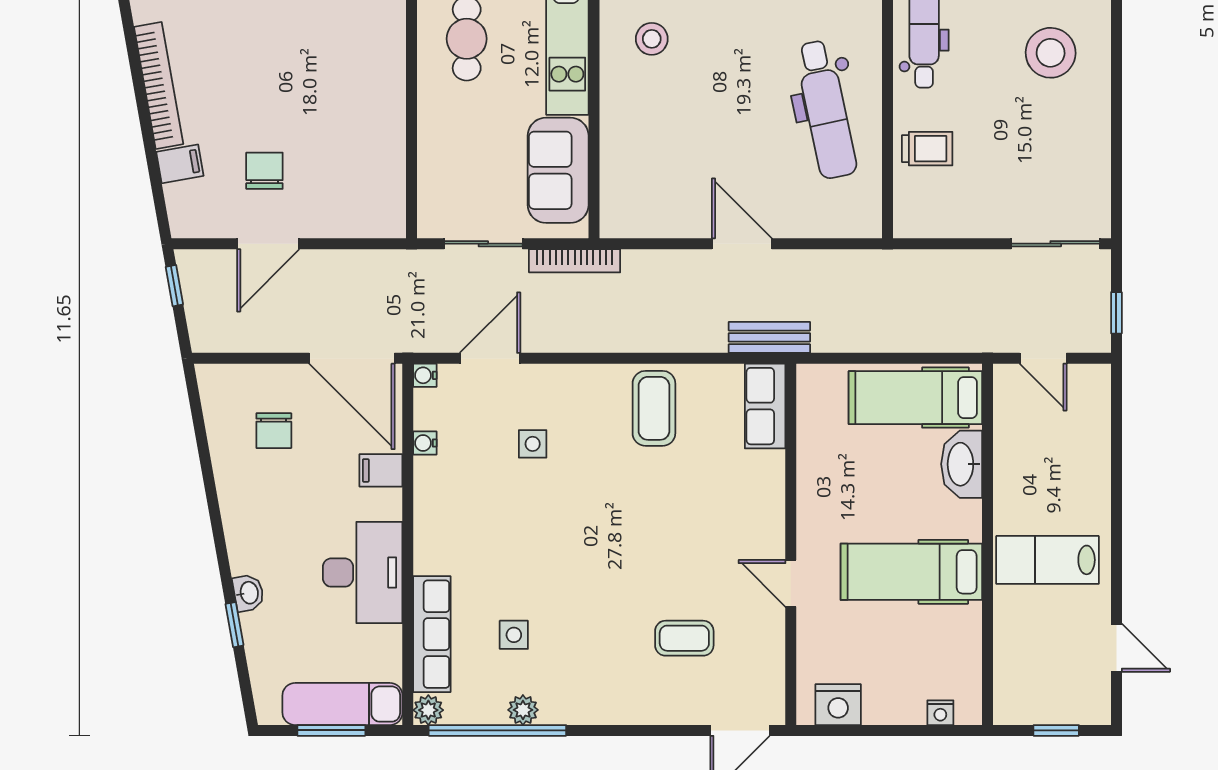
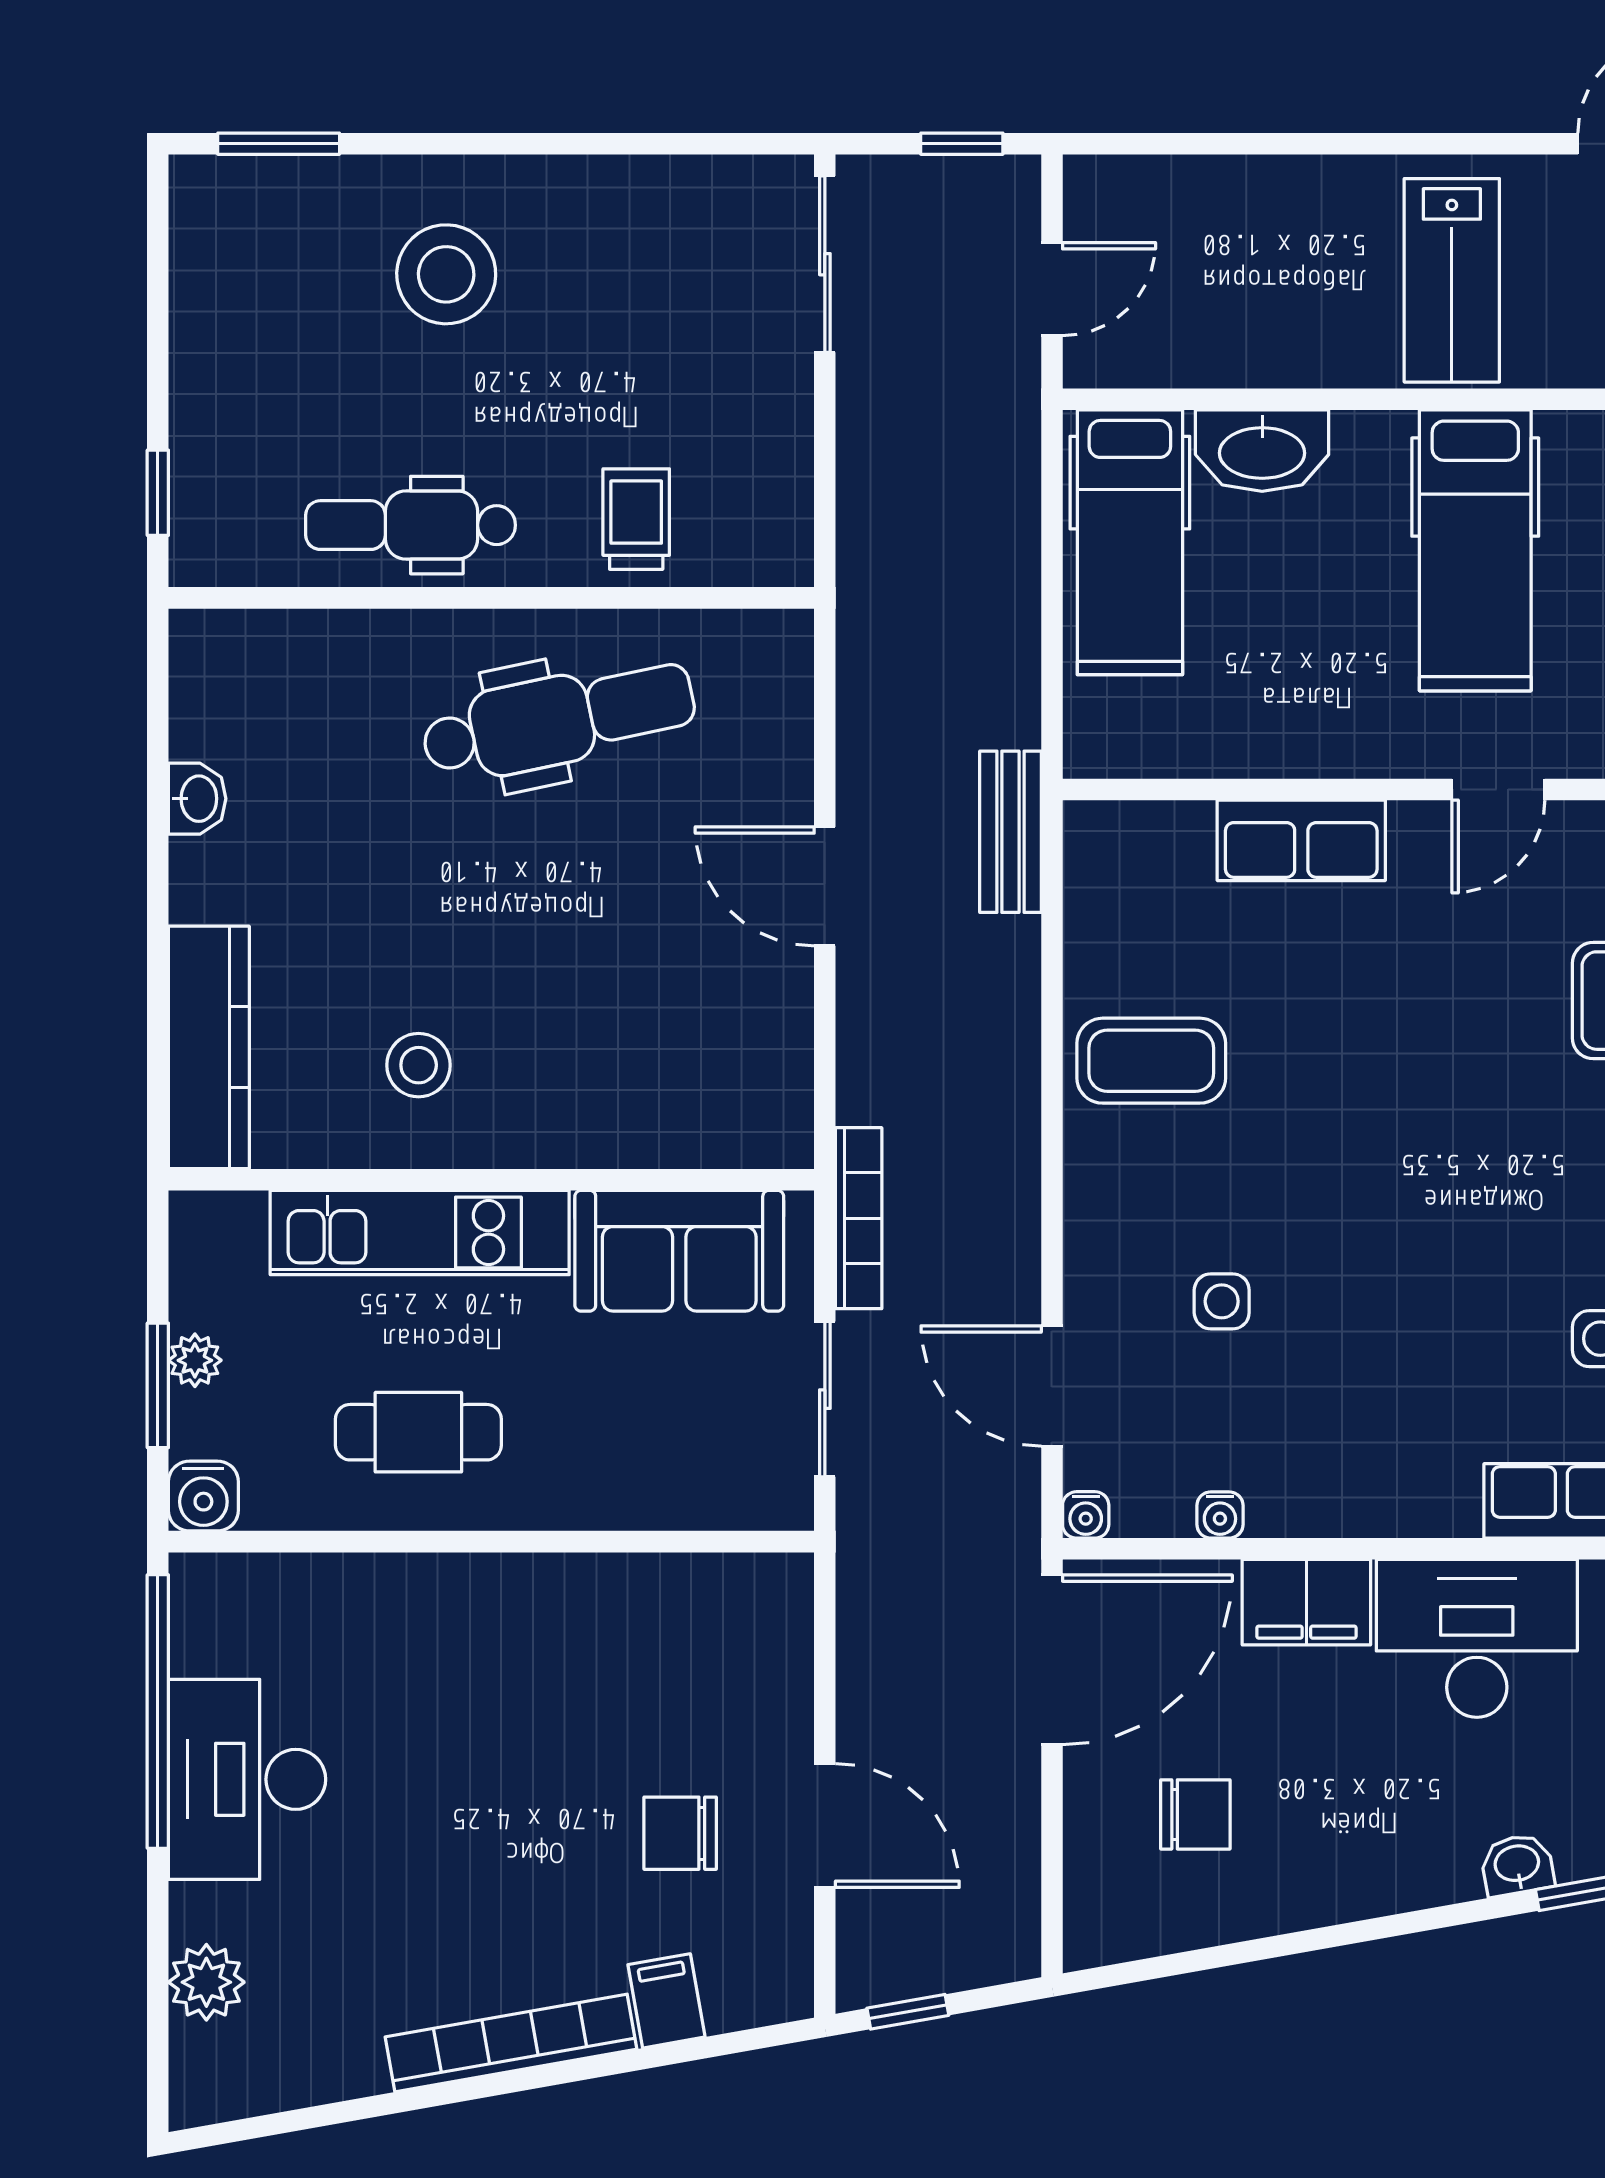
door: (742, 244) -> (825, 886), hinge flipped
row of seats: (765, 406) -> (1301, 840), moved
filing cabinet: (381, 470) -> (1306, 1602), width x2.00

